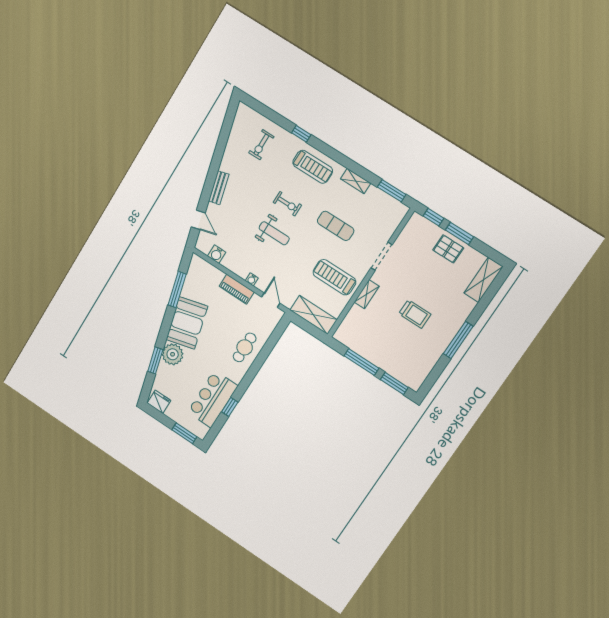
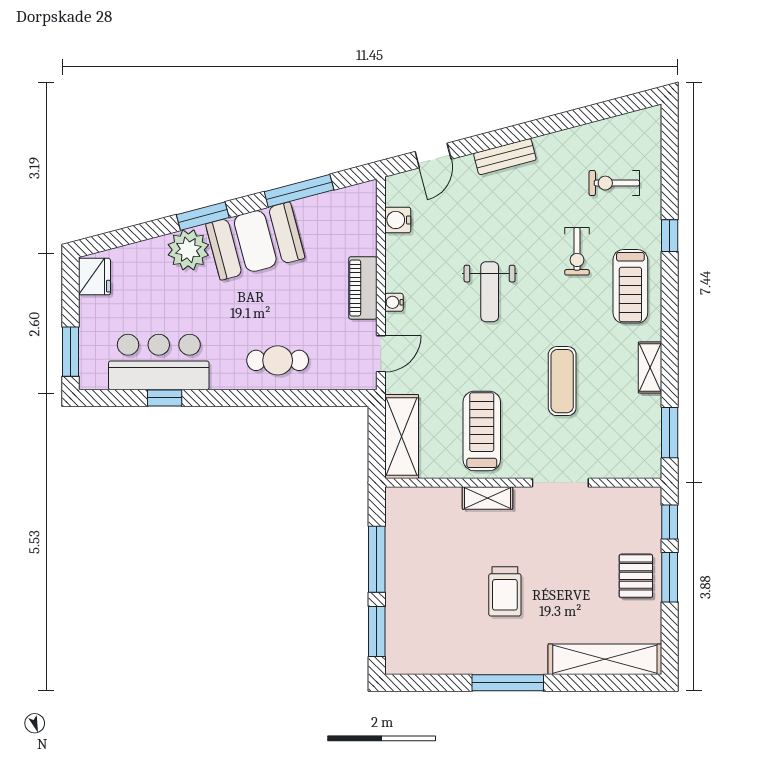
exercise bike: (287, 204) -> (577, 251), moved
shelving: (483, 280) -> (605, 659), width x1.47
window: (155, 360) -> (203, 216), moved

